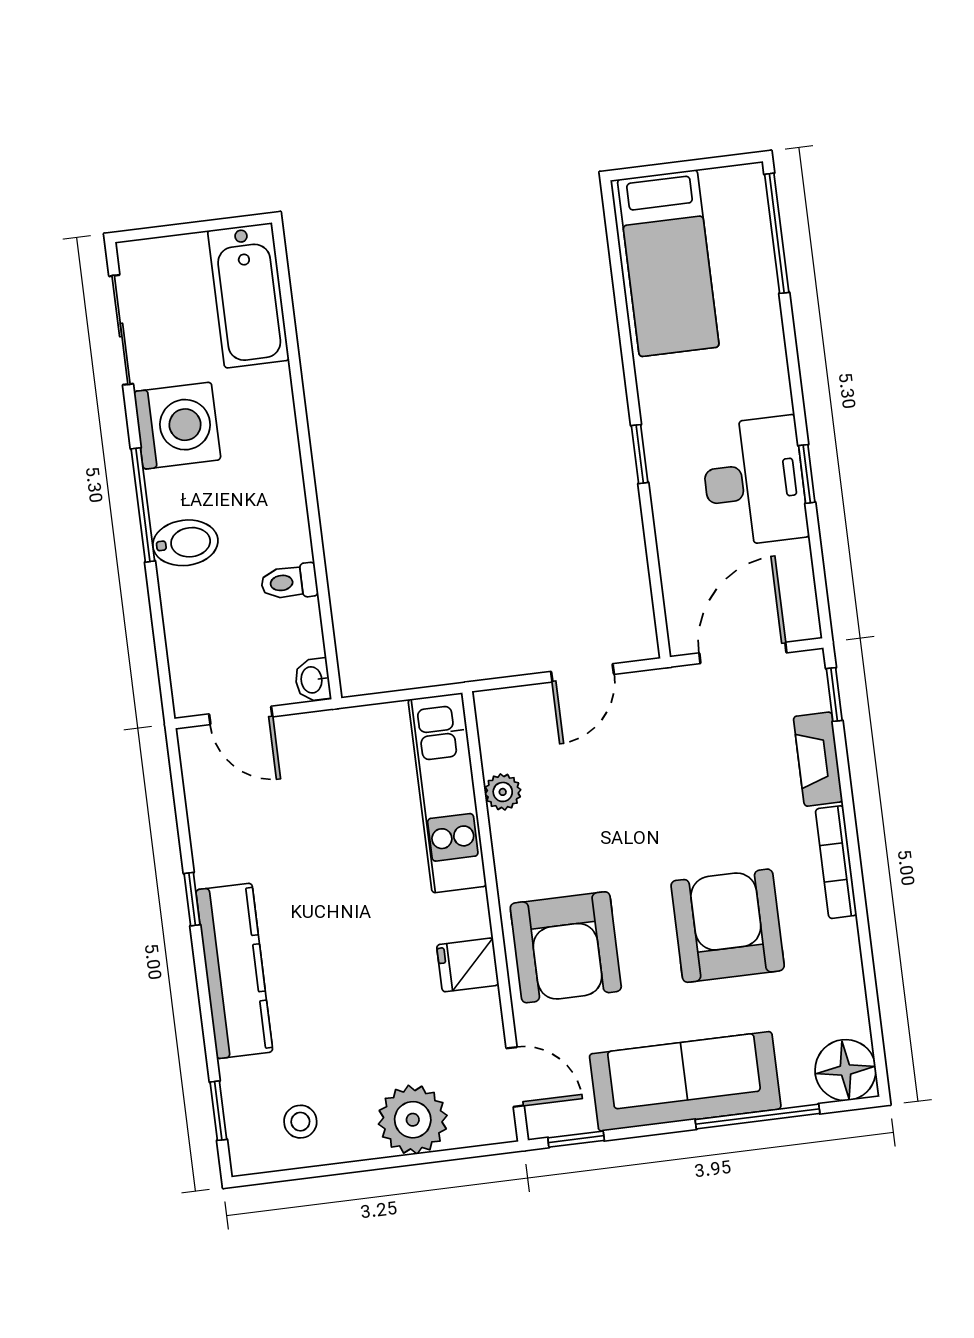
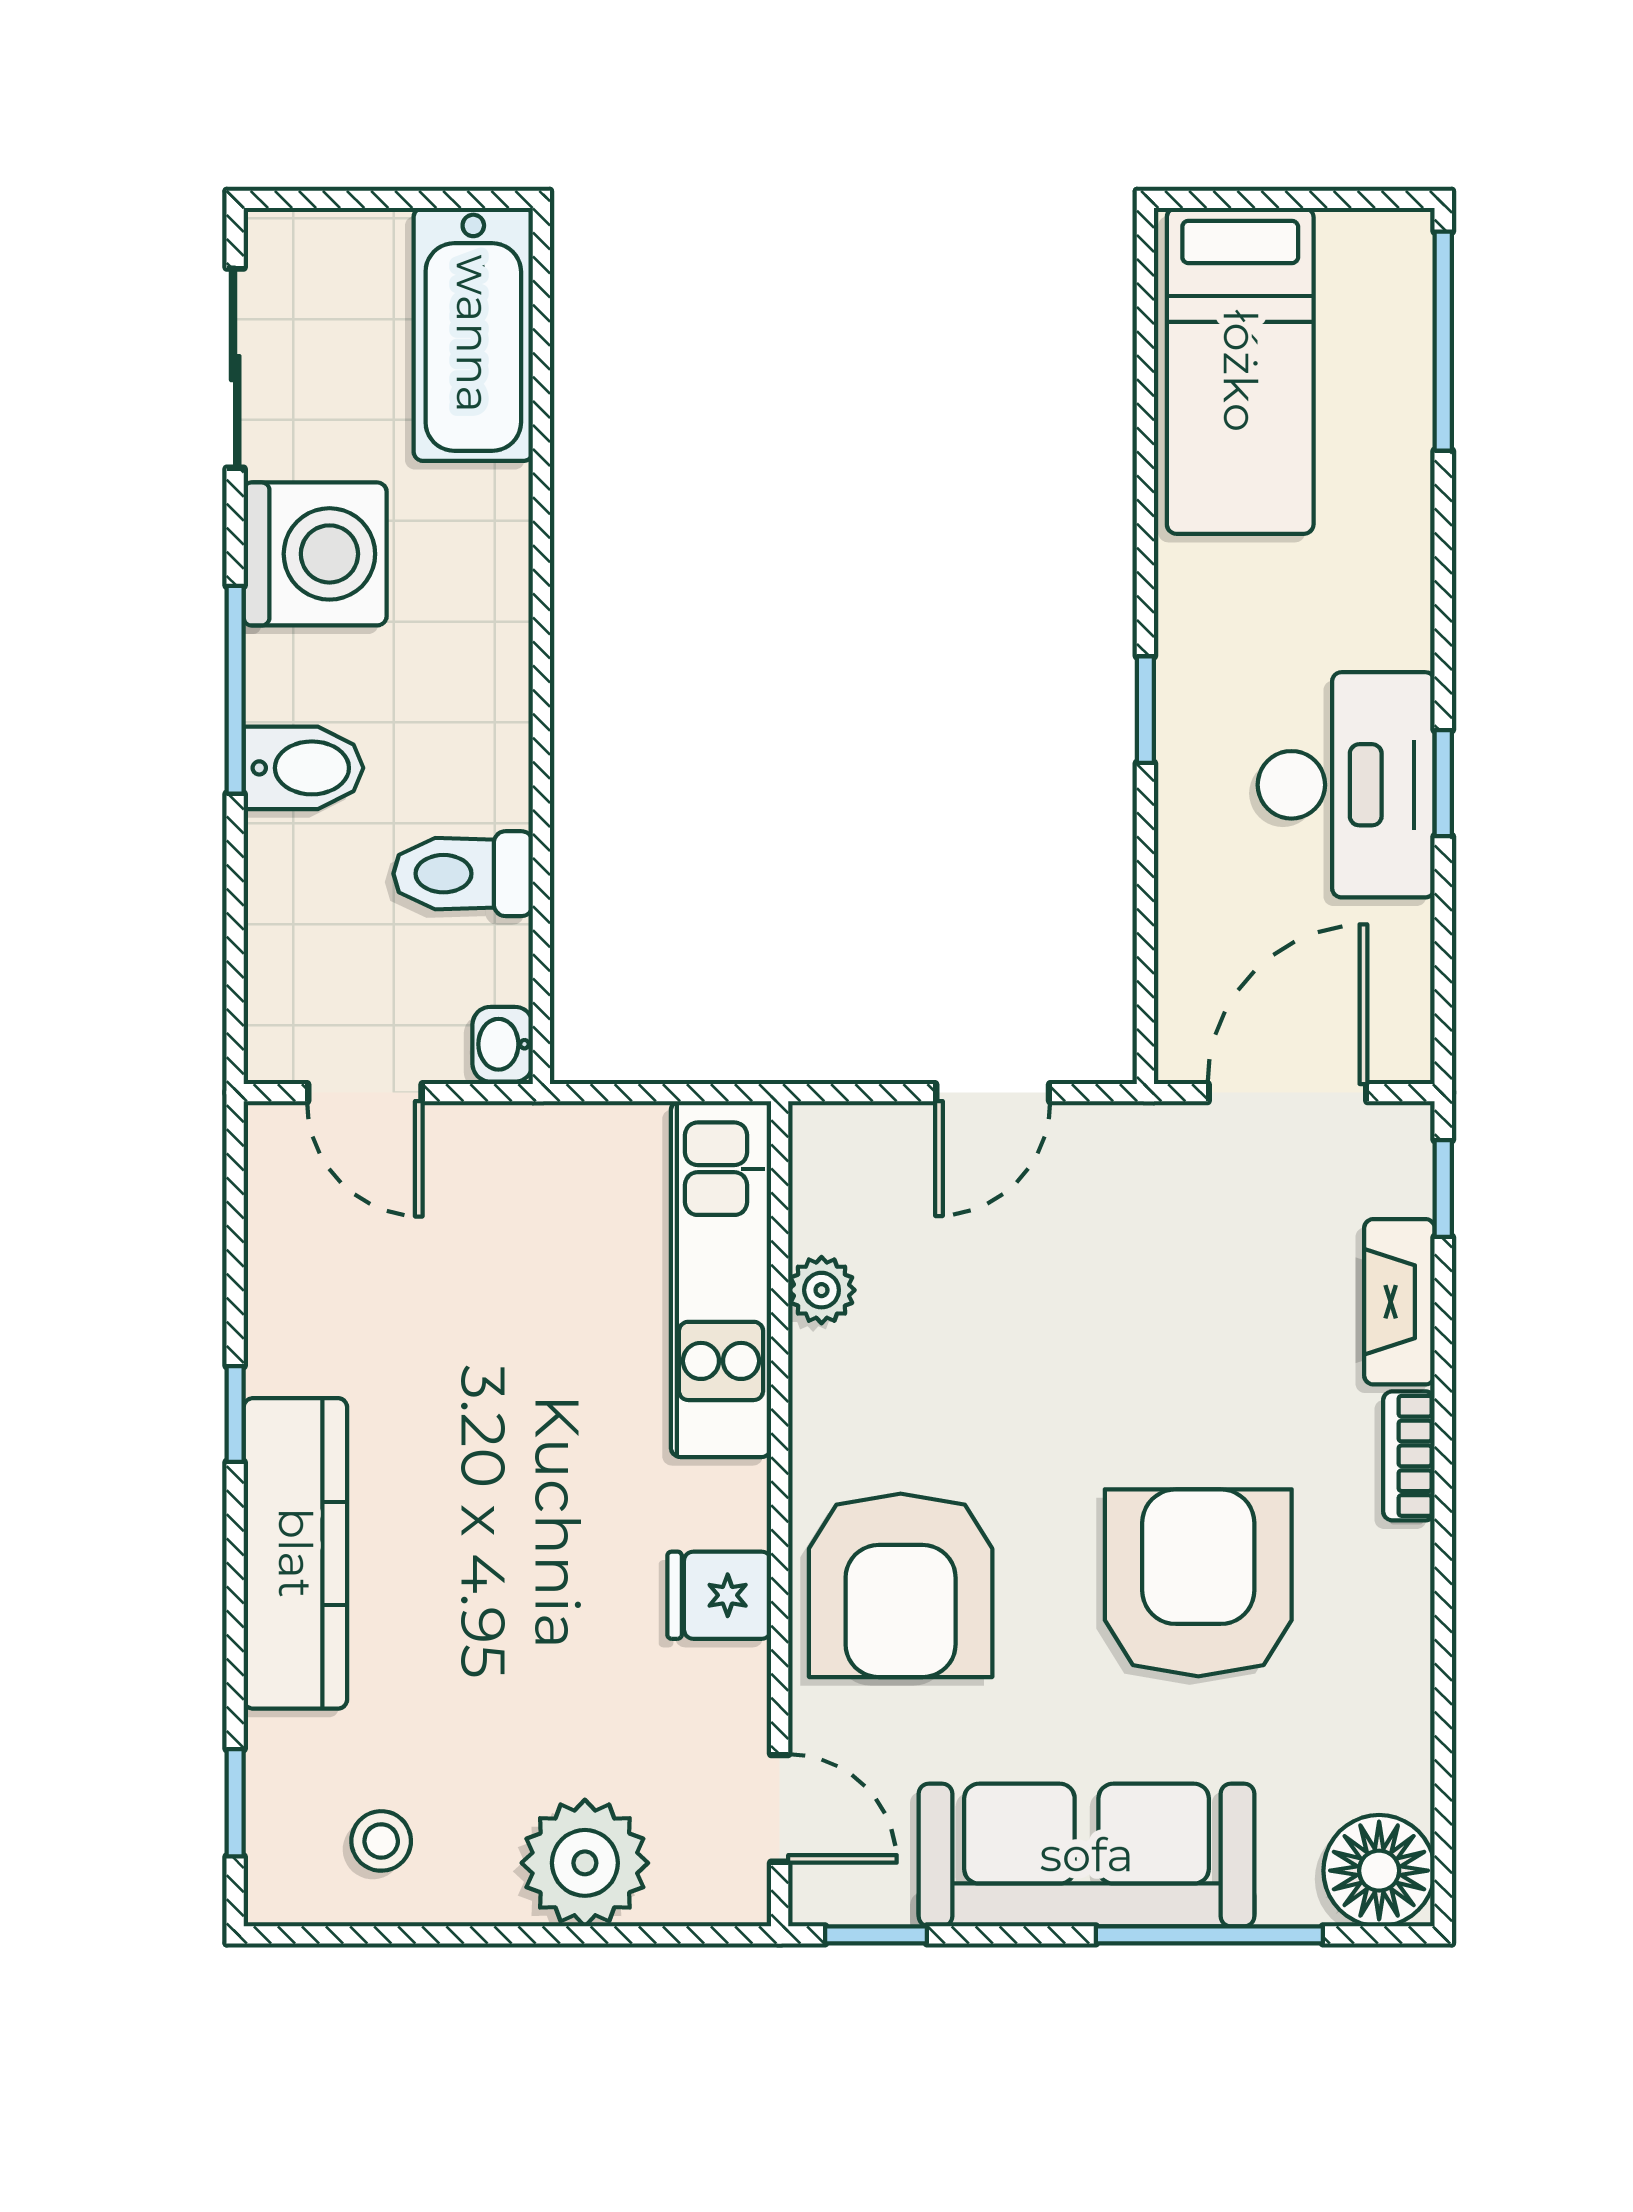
toilet: (289, 582) -> (463, 874), width x1.37, depth x1.39
bookcase: (836, 862) -> (1409, 1456), width x0.64

